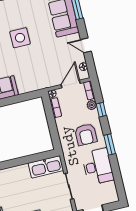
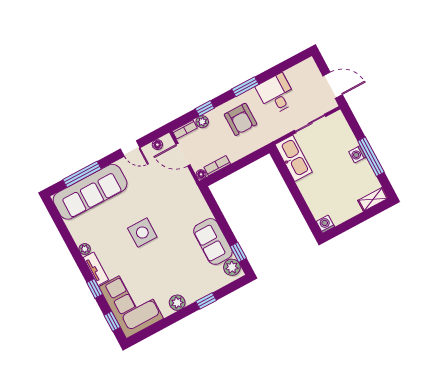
door: (86, 45) -> (130, 148), hinge flipped
armchair: (86, 134) -> (241, 119), turned 90
desk: (98, 167) -> (276, 94), width x0.73

